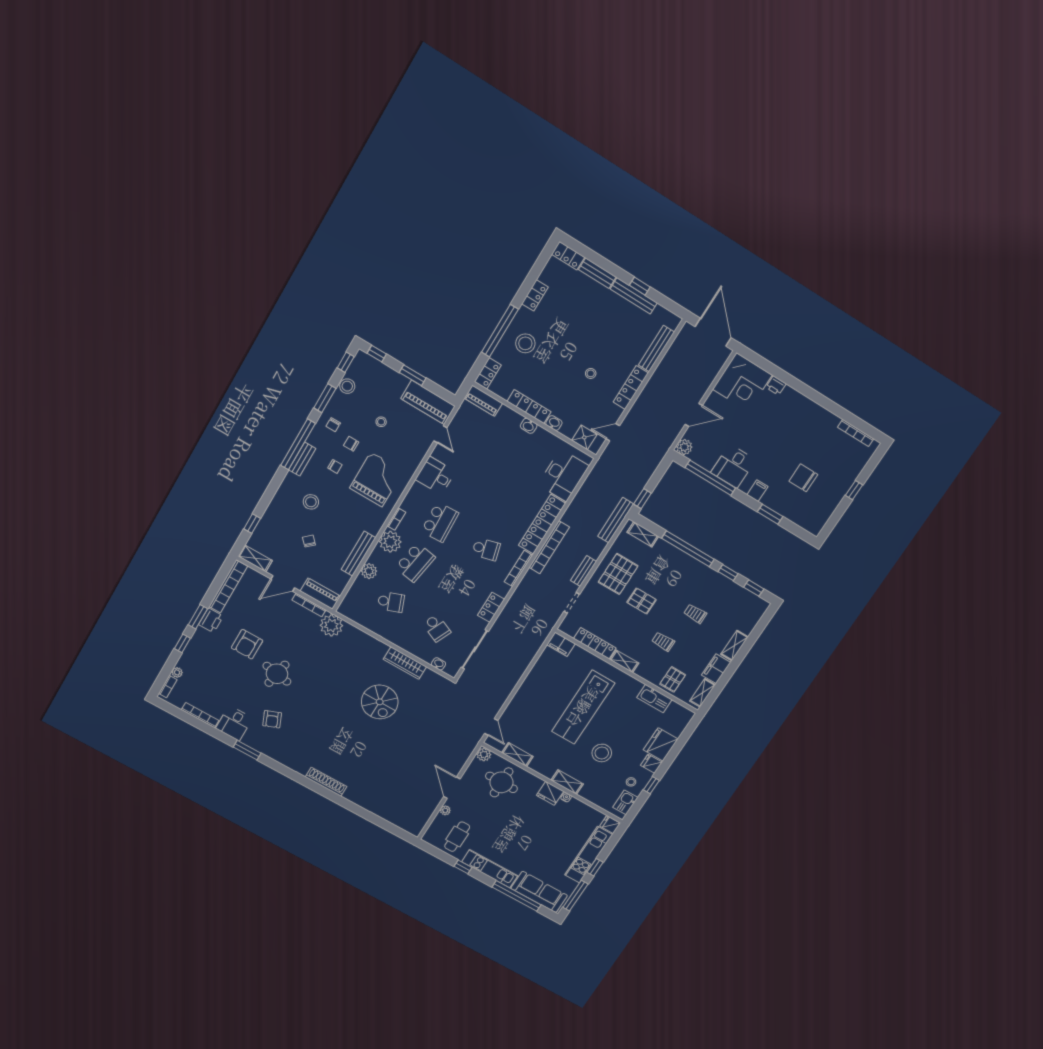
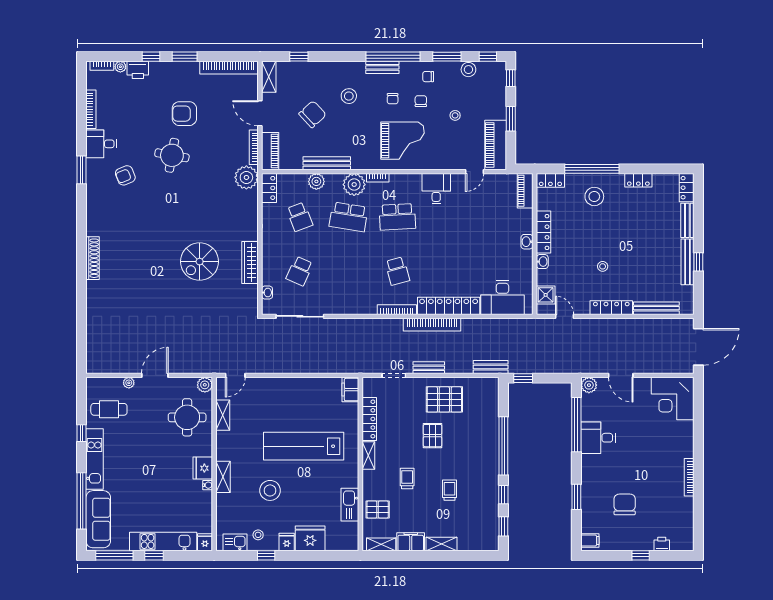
printer: (776, 386) -> (662, 544), moved, turned 90
bookcase: (856, 433) -> (689, 477), moved
filing cabinet: (757, 491) -> (590, 541), moved
bench: (616, 520) -> (491, 367), width x0.73
shelving: (643, 534) -> (492, 398), removed
chair: (309, 541) -> (313, 114), width x1.87, depth x1.87
locker: (491, 607) -> (269, 188), moved, turned 90
printer: (211, 620) -> (138, 70), moved

